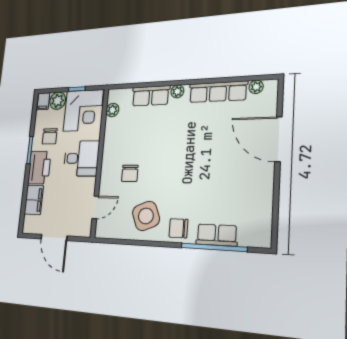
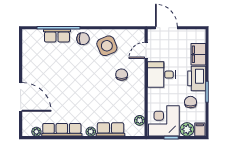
desk: (81, 158) -> (161, 75), moved
door: (54, 237) -> (166, 28), moved

